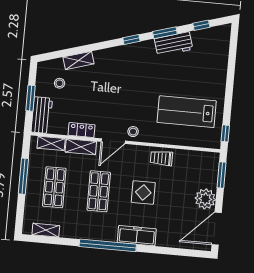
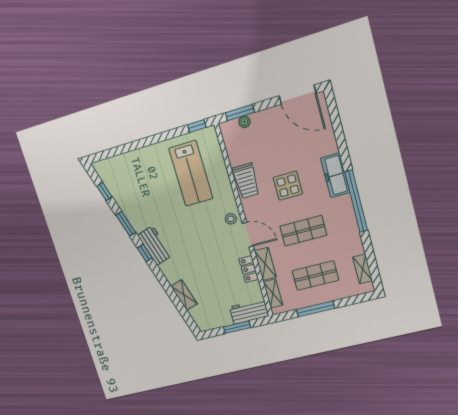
workbench: (174, 44) -> (155, 245), moved
stool: (60, 83) -> (212, 305), removed
trolley: (161, 158) -> (246, 181), width x1.36, depth x1.39
plant: (205, 199) -> (244, 122), moved, width x0.53, depth x0.53

